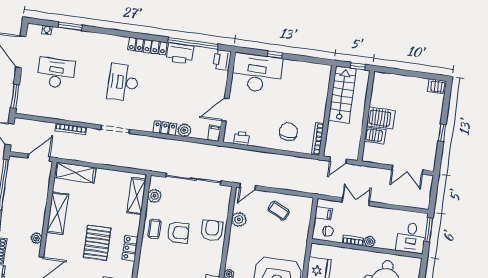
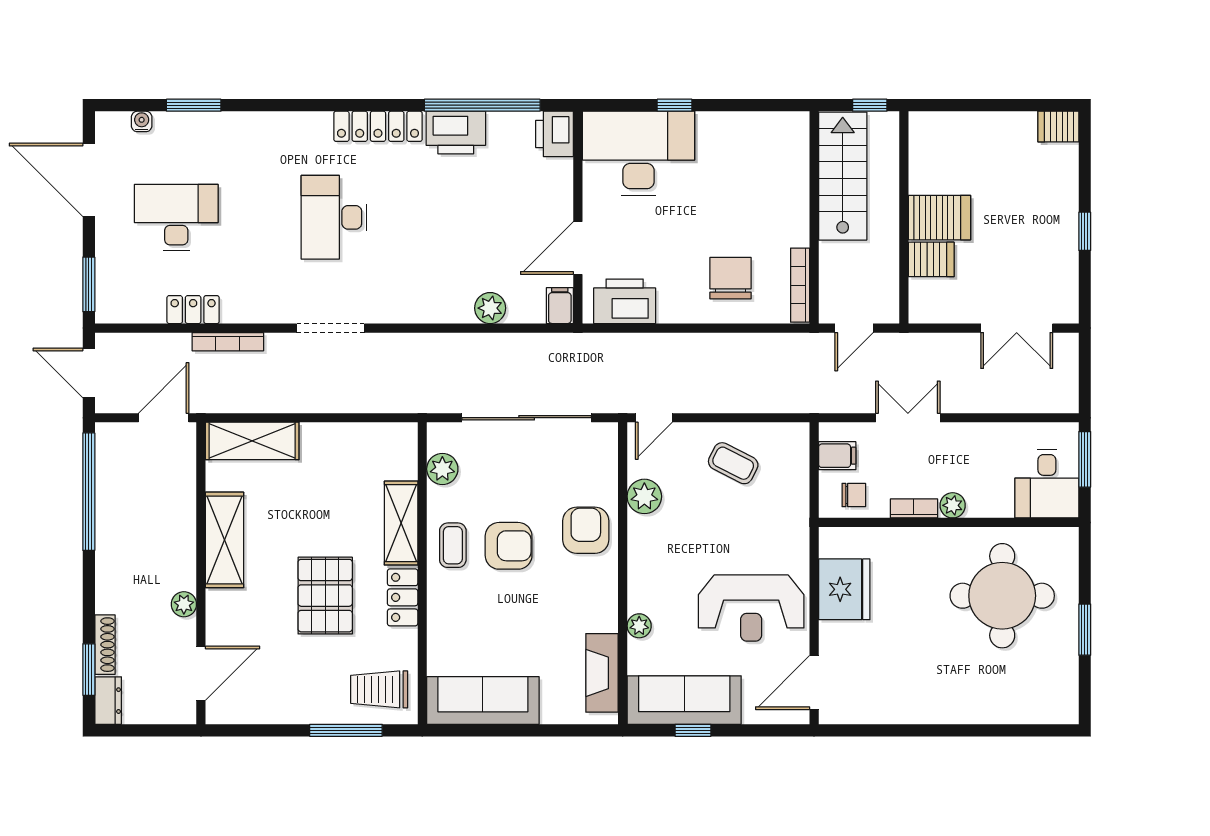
locker: (165, 128) -> (193, 310), moved
printer: (242, 138) -> (625, 301), width x1.87, depth x1.48
shelving: (137, 196) -> (401, 523), moved

